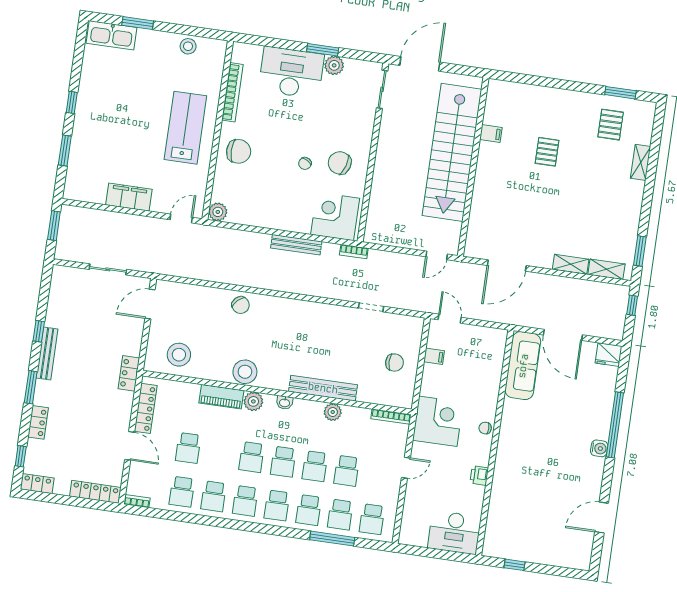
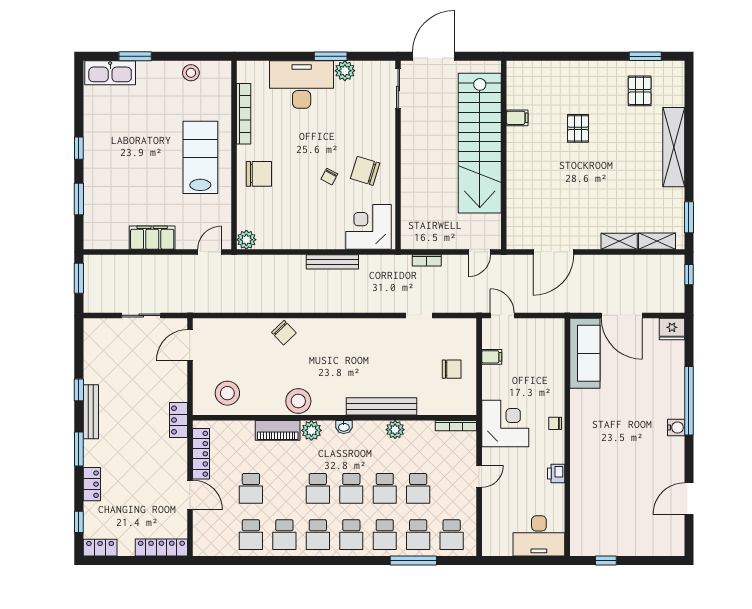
shelving: (641, 162) -> (674, 147), width x2.20, depth x1.33
bookcase: (354, 252) -> (427, 260), moved
bookcase: (137, 501) -> (206, 551), removed

